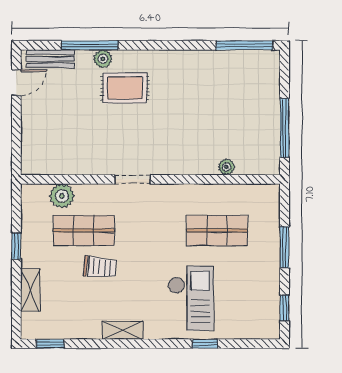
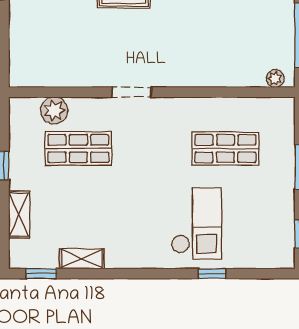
plant: (226, 167) -> (275, 78), moved
trolley: (100, 267) -> (96, 189), removed
shelving: (123, 330) -> (82, 259), moved

